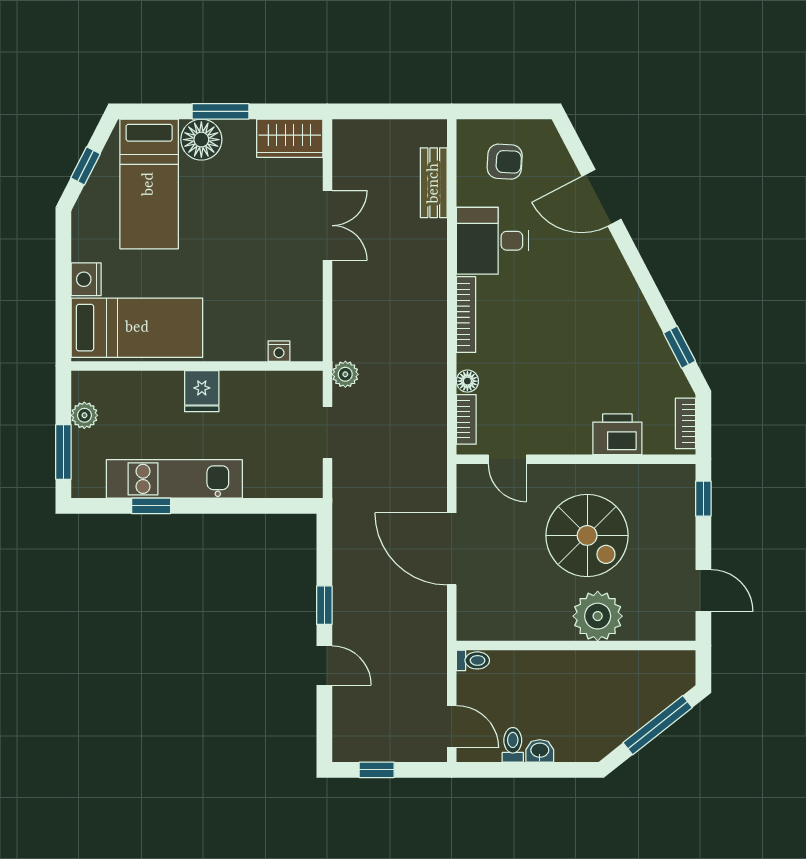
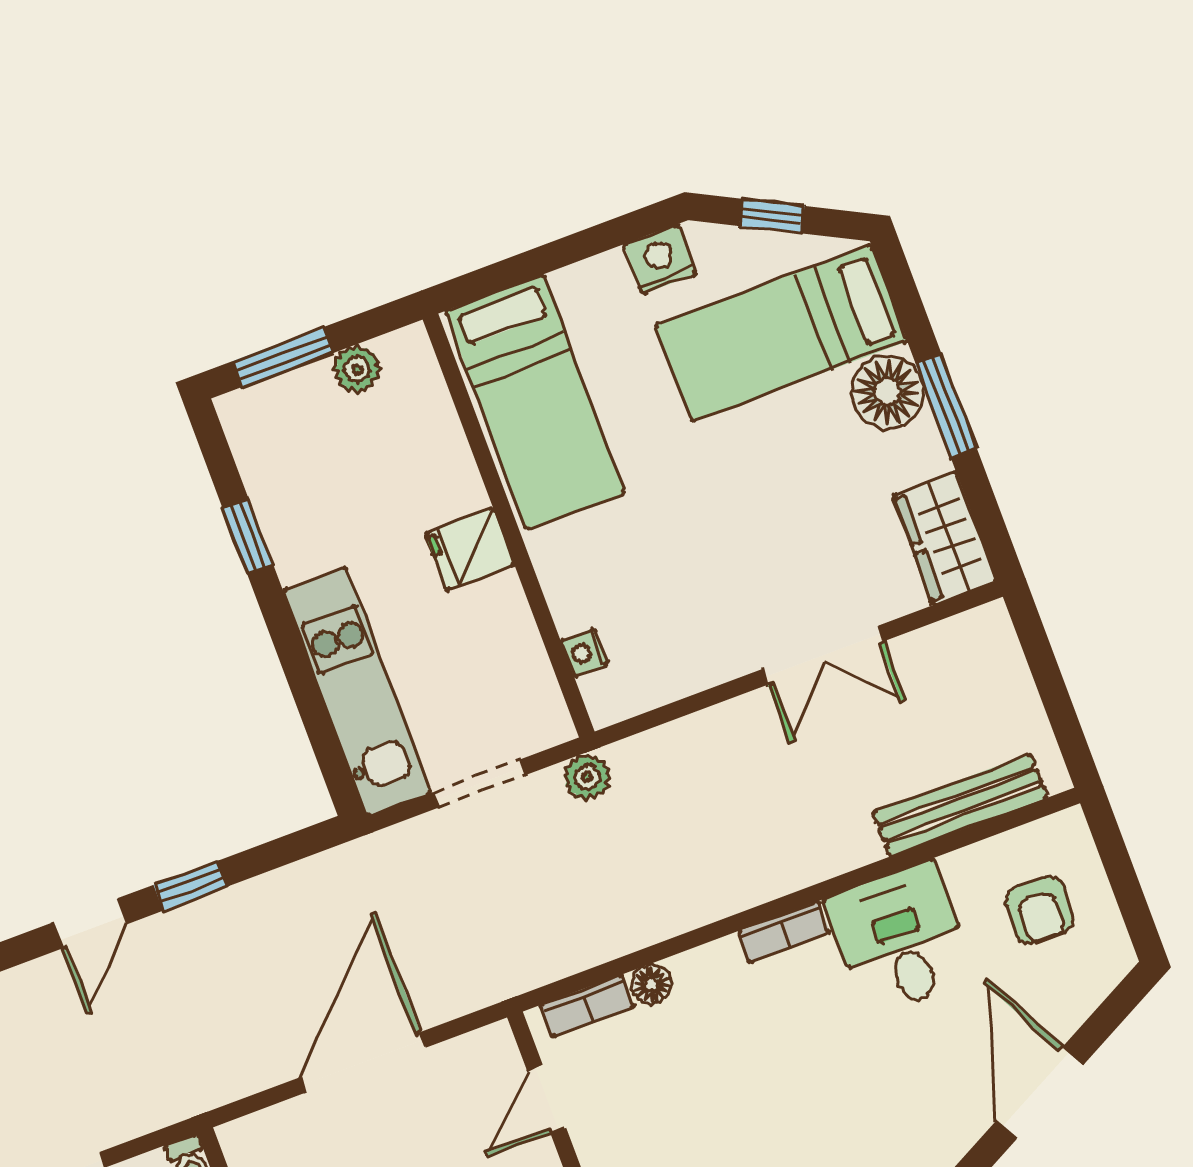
bench: (434, 183) -> (960, 805), width x1.36
nightstand: (86, 279) -> (660, 259), moved
bookcase: (466, 315) -> (784, 932), width x0.64
kitchen unit: (174, 479) -> (357, 692), moved

